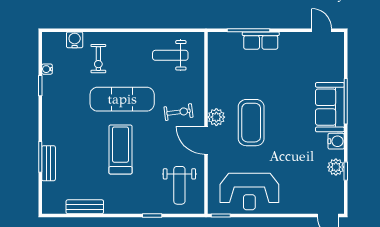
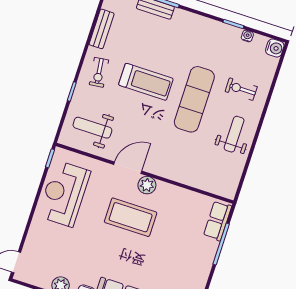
water cooler: (75, 40) -> (275, 48), moved
row of seats: (261, 41) -> (218, 221), moved
weight bench: (170, 55) -> (234, 134), moved
exercise bike: (179, 112) -> (99, 72), moved

